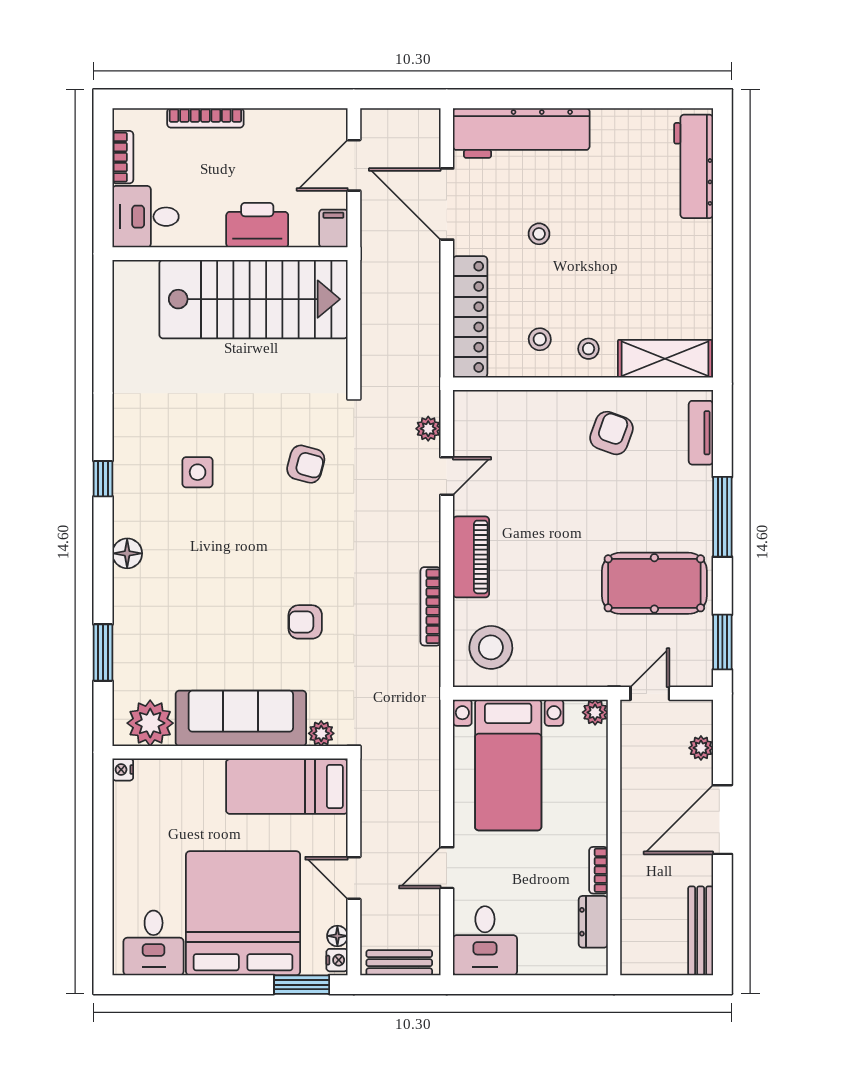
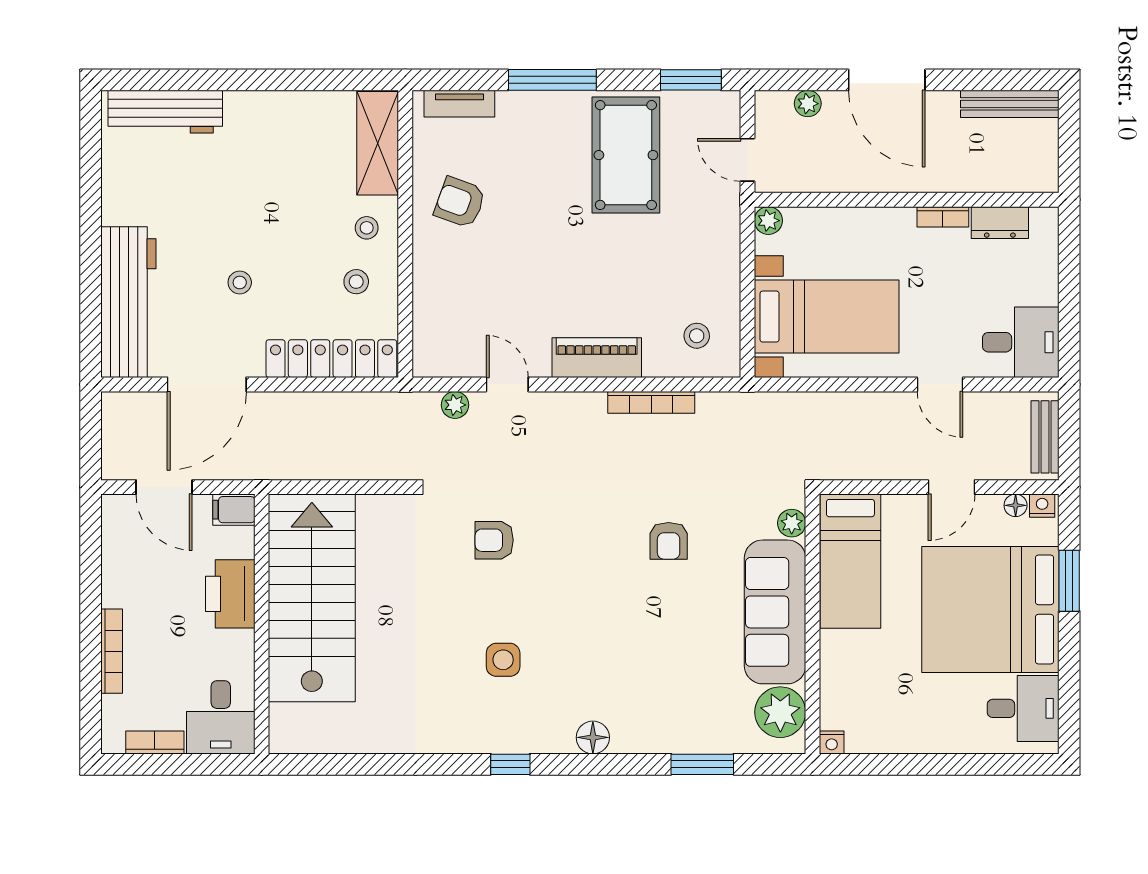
armchair: (306, 464) -> (494, 540), turned -105
stool: (491, 647) -> (697, 336), width x0.53, depth x0.53
window: (302, 985) -> (1069, 581), moved

